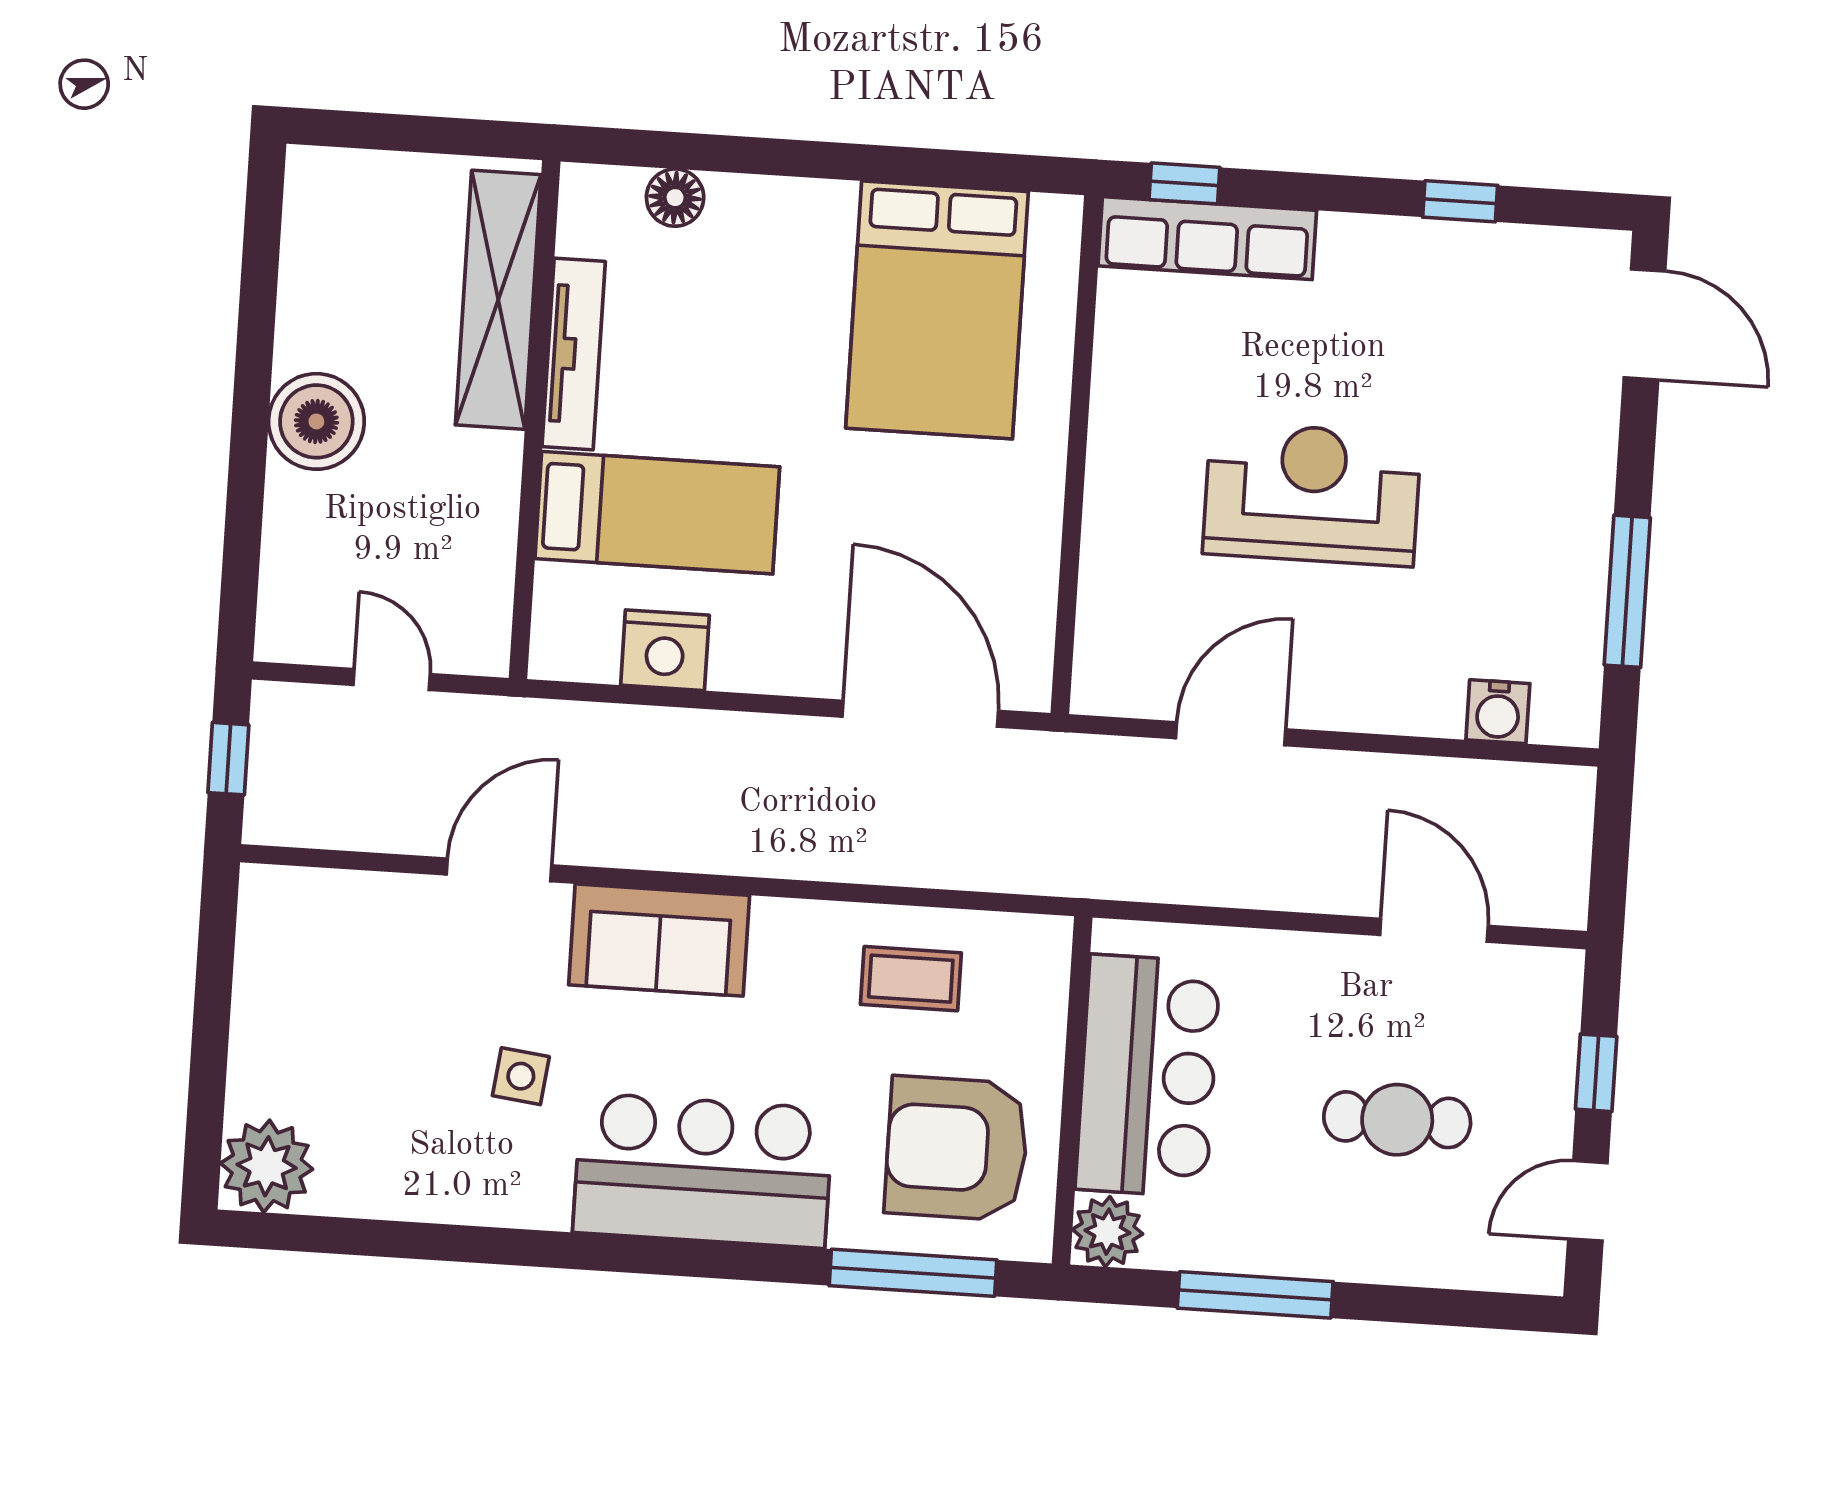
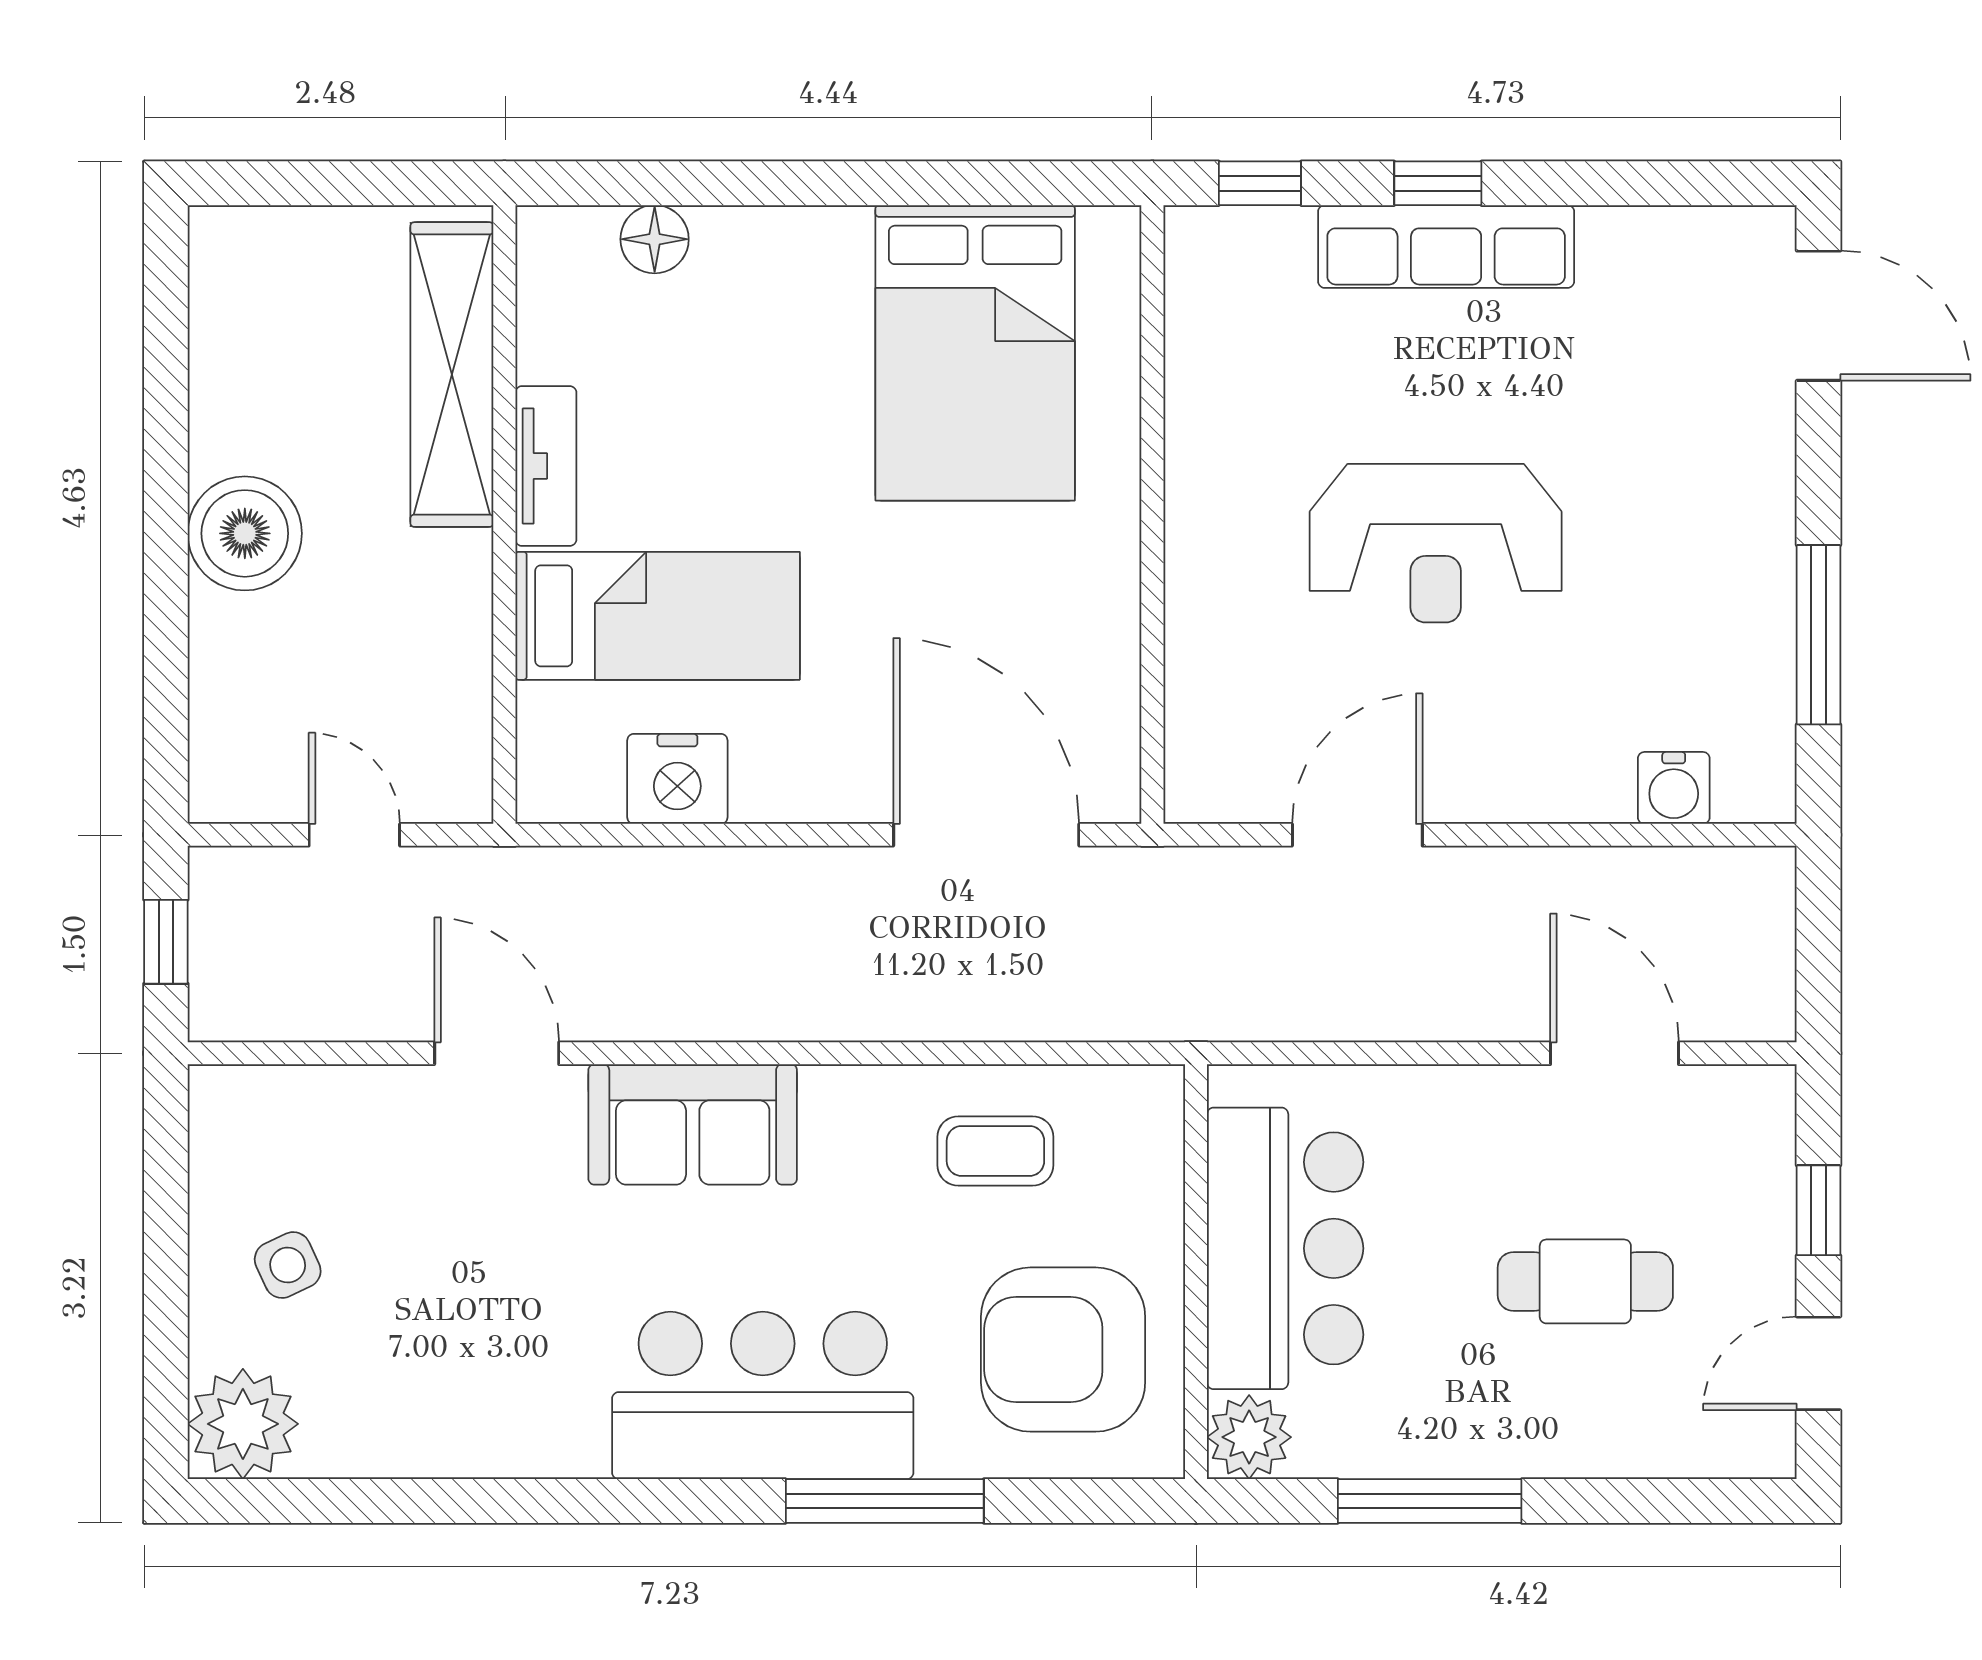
window: (1460, 201) -> (1438, 183), moved
row of seats: (1207, 238) -> (1446, 246), moved
tv unit: (574, 354) -> (546, 466), width x0.71
reception desk: (1312, 494) -> (1436, 543), turned 180
door: (499, 870) -> (497, 1053), hinge flipped
side table: (521, 1076) -> (288, 1265), moved, turned -32
window: (913, 1273) -> (885, 1501), moved

